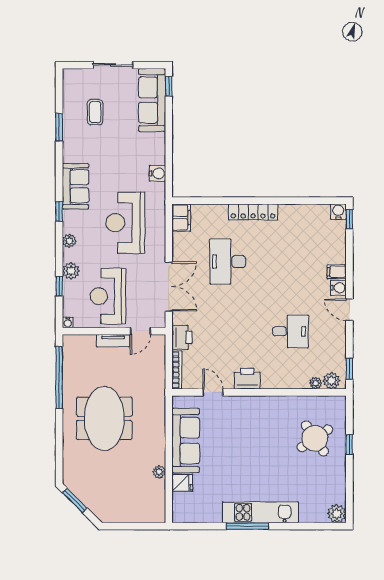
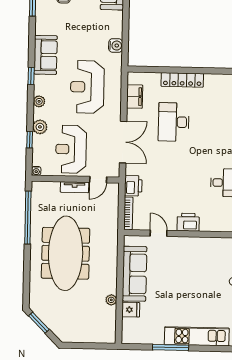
locker: (253, 212) -> (182, 80), moved
filing cabinet: (181, 218) -> (135, 97), moved
meeting table: (104, 418) -> (66, 253), width x1.36
window: (248, 526) -> (171, 348), moved

